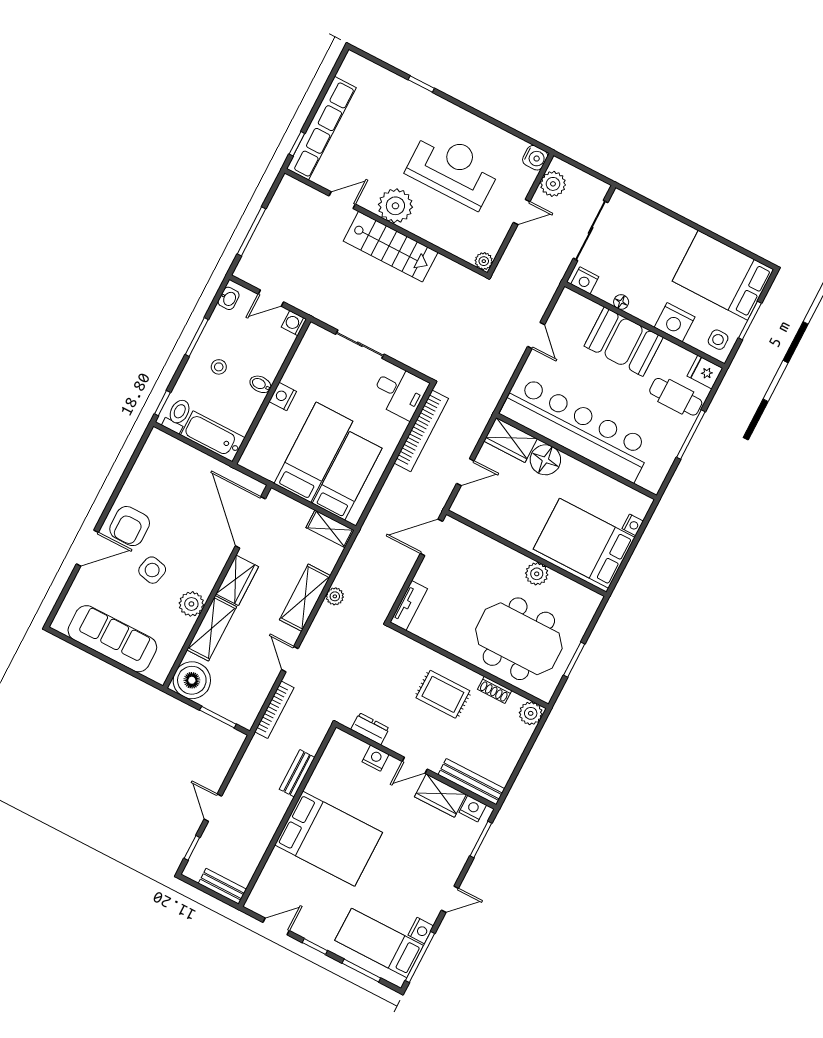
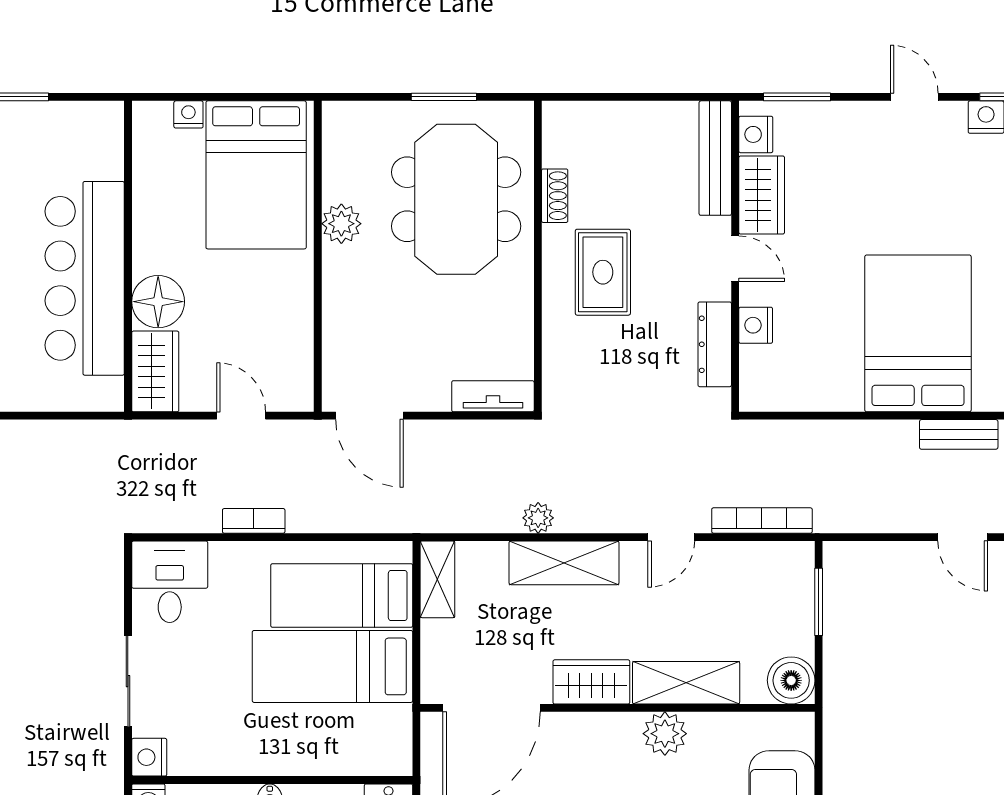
nightstand: (283, 397) -> (149, 757), moved, turned 90
bar counter: (577, 429) -> (85, 278), width x0.73
bookcase: (421, 431) -> (254, 521), width x0.43, depth x0.76
boiler: (192, 680) -> (791, 680), width x0.73, depth x0.73
plant: (531, 713) -> (562, 121), removed
dresser: (370, 729) -> (715, 344), width x1.44
bench: (297, 773) -> (959, 434), moved
door: (213, 808) -> (963, 537), hinge flipped

